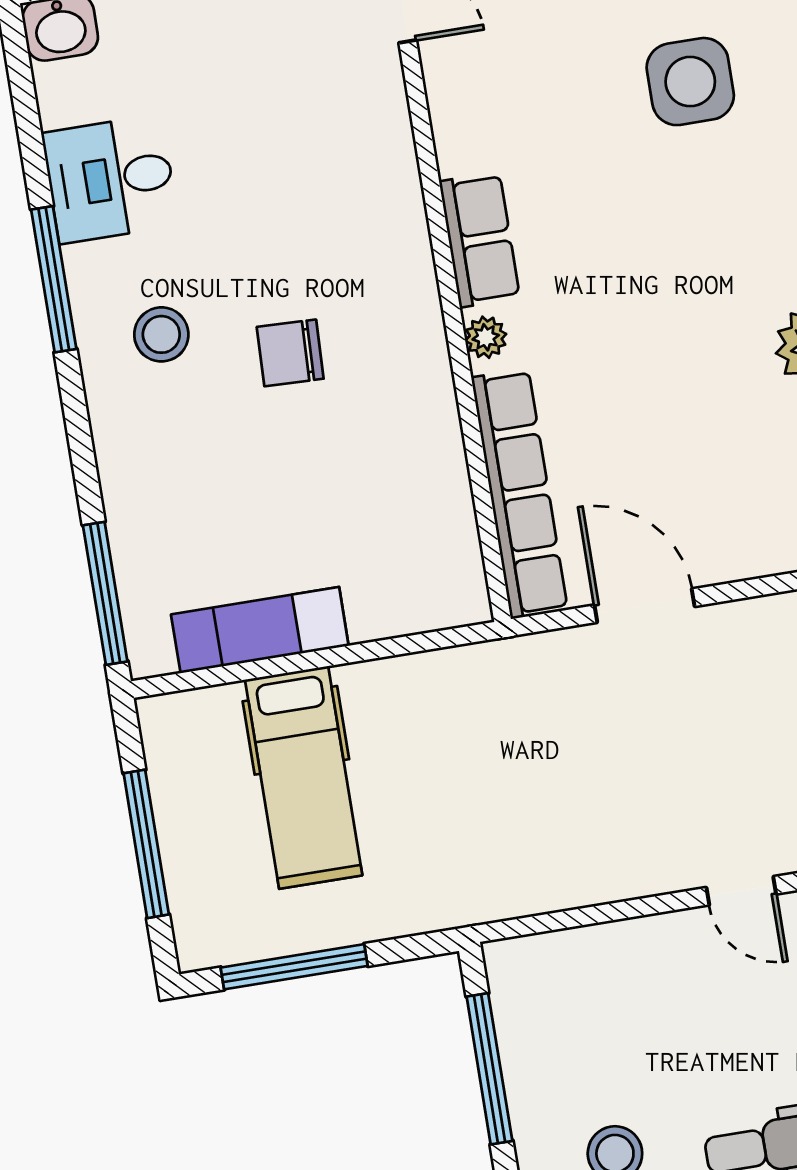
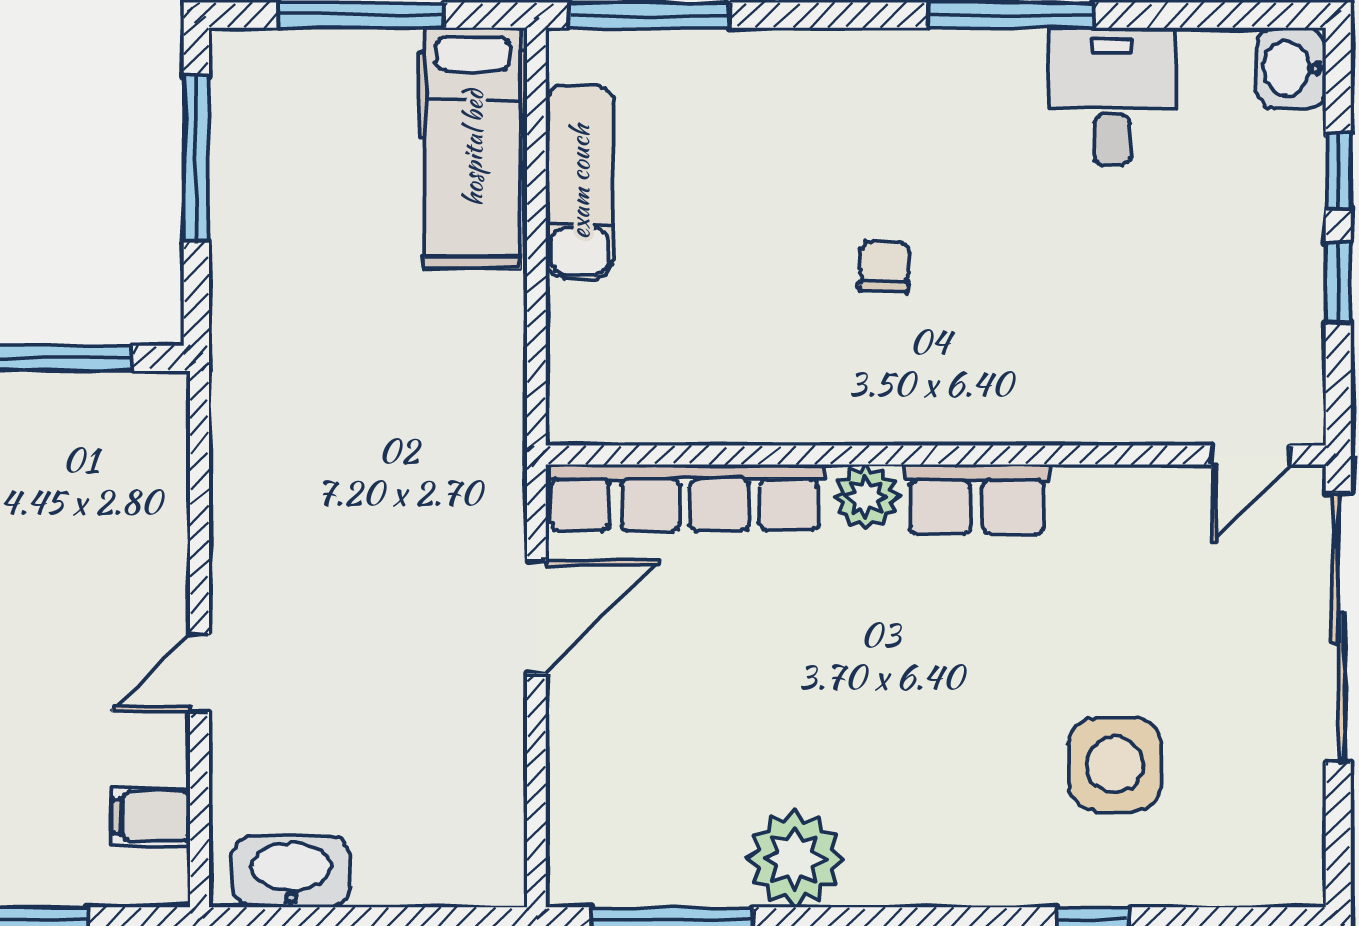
stool: (161, 334) -> (929, 125), removed
plant: (486, 337) -> (866, 497), width x1.38, depth x1.38
chair: (290, 353) -> (885, 266), width x0.73, depth x0.73
hospital bed: (304, 777) -> (473, 148), moved, turned -90

